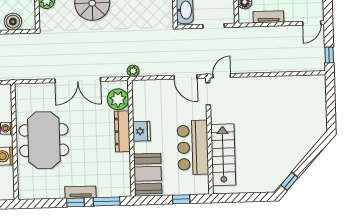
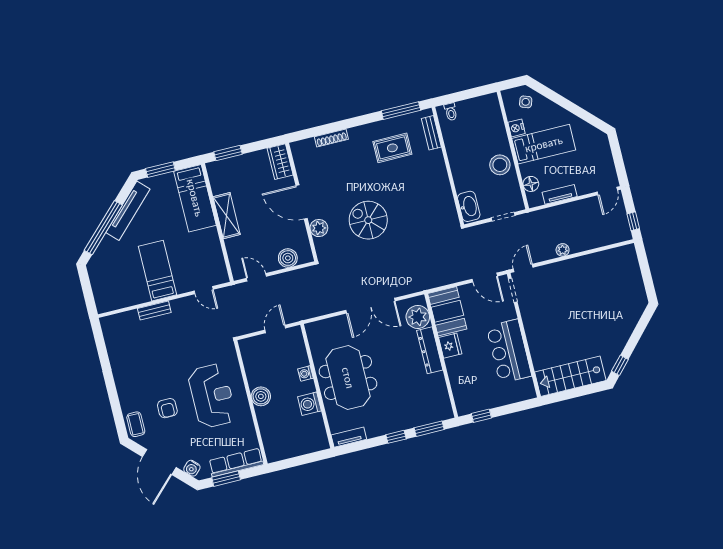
plant: (133, 71) -> (563, 250), moved
stairs: (223, 155) -> (570, 376), moved, turned -90
booth: (148, 174) -> (447, 311), moved
tv unit: (80, 192) -> (349, 437), moved
window: (181, 199) -> (481, 416), moved

